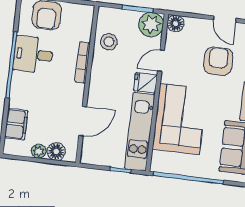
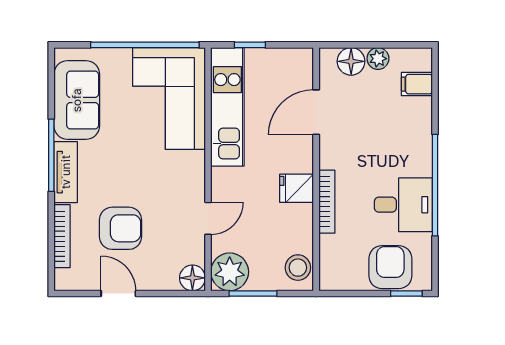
stool: (109, 42) -> (298, 268), moved
armchair: (218, 61) -> (120, 228), turned -90
fridge: (145, 83) -> (297, 188), moved, turned 180
corner sofa: (180, 119) -> (169, 98), moved
filing cabinet: (16, 124) -> (417, 84), width x0.50

